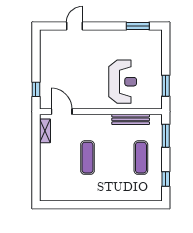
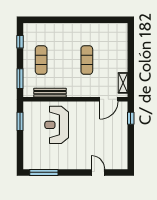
door: (74, 26) -> (98, 172), swing flipped
window: (138, 26) -> (44, 172), width x1.44
door: (62, 112) -> (109, 99), hinge flipped

